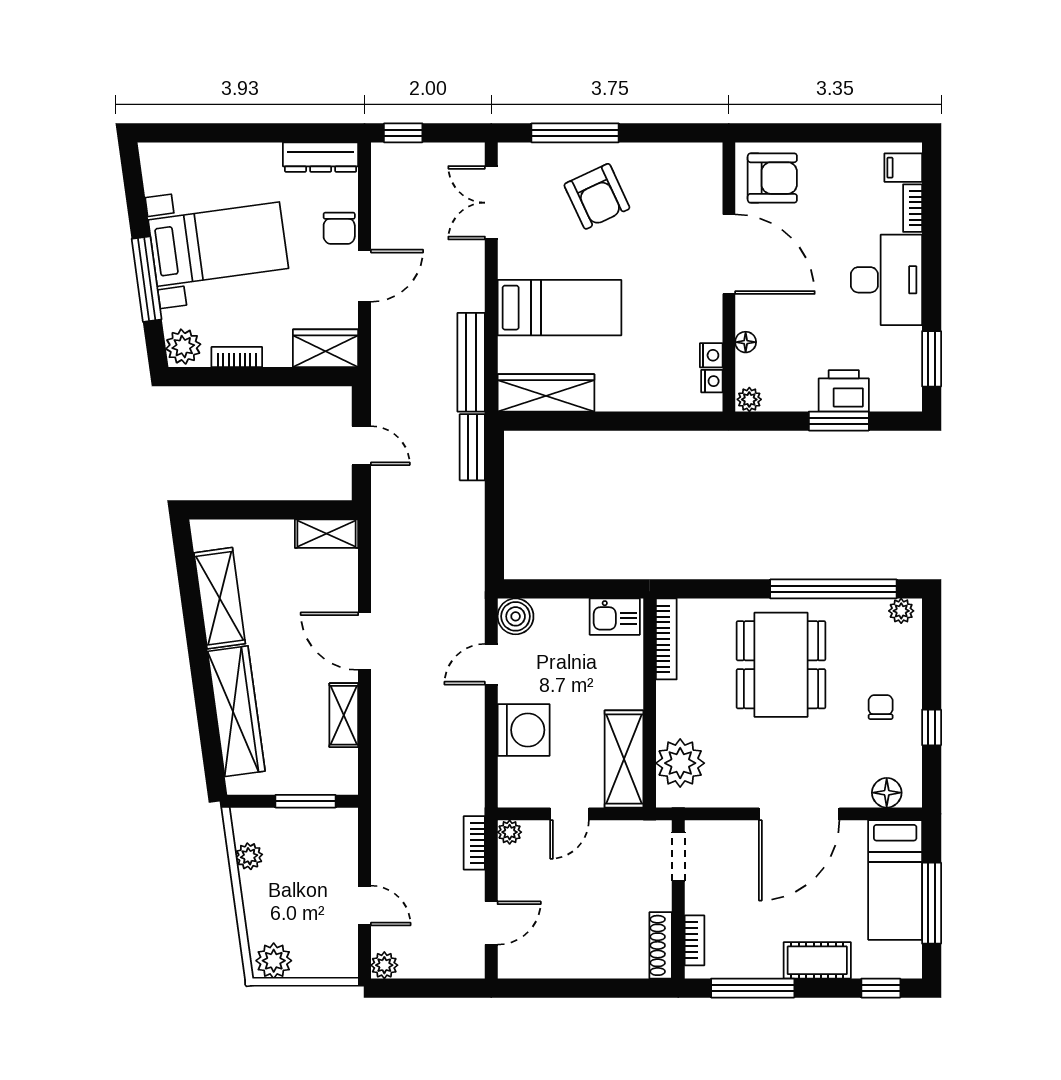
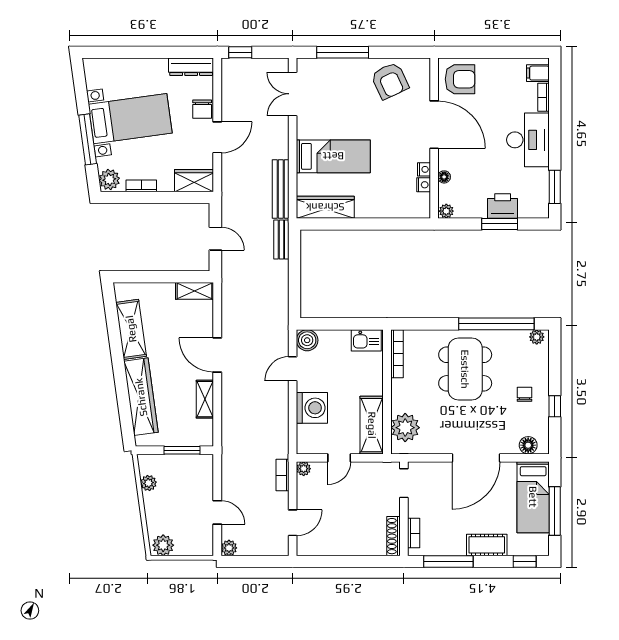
armchair: (597, 196) -> (390, 81), moved
nightstand: (712, 381) -> (424, 169), moved

